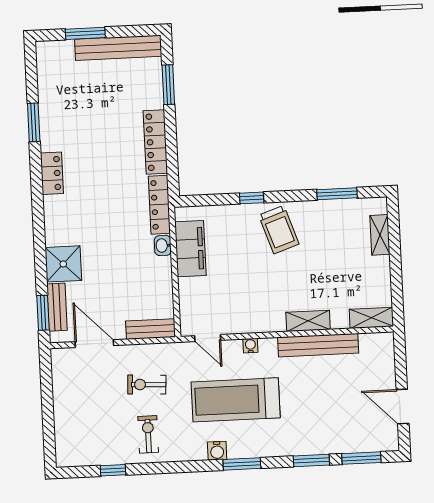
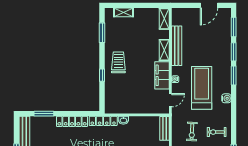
trolley: (279, 230) -> (118, 62), turned -71
filing cabinet: (190, 249) -> (162, 75), moved, turned -90
treadmill: (236, 400) -> (202, 88), turned 180
window: (242, 464) -> (234, 76), moved

